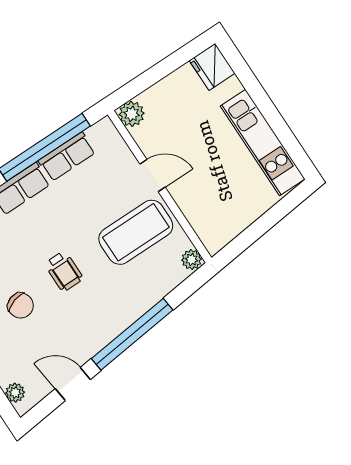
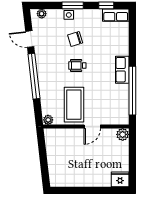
kitchen unit: (263, 143) -> (76, 179), removed
row of seats: (67, 157) -> (123, 97), removed
door: (73, 384) -> (30, 39), swing flipped

